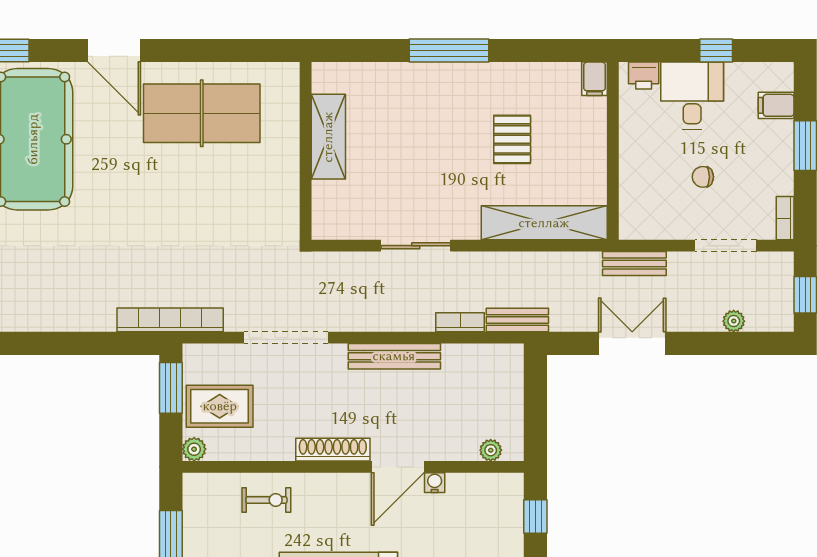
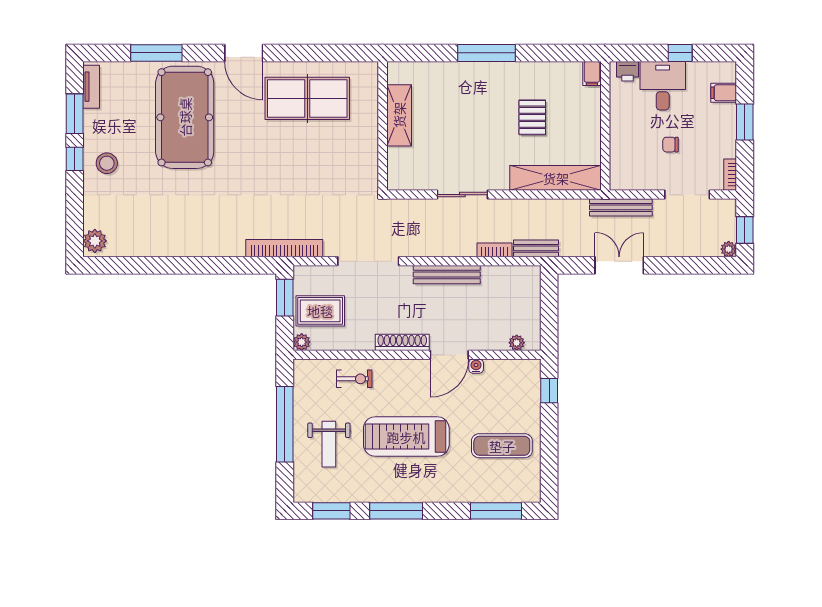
bench: (634, 264) -> (621, 207), width x1.36
plant: (734, 321) -> (729, 249), moved

